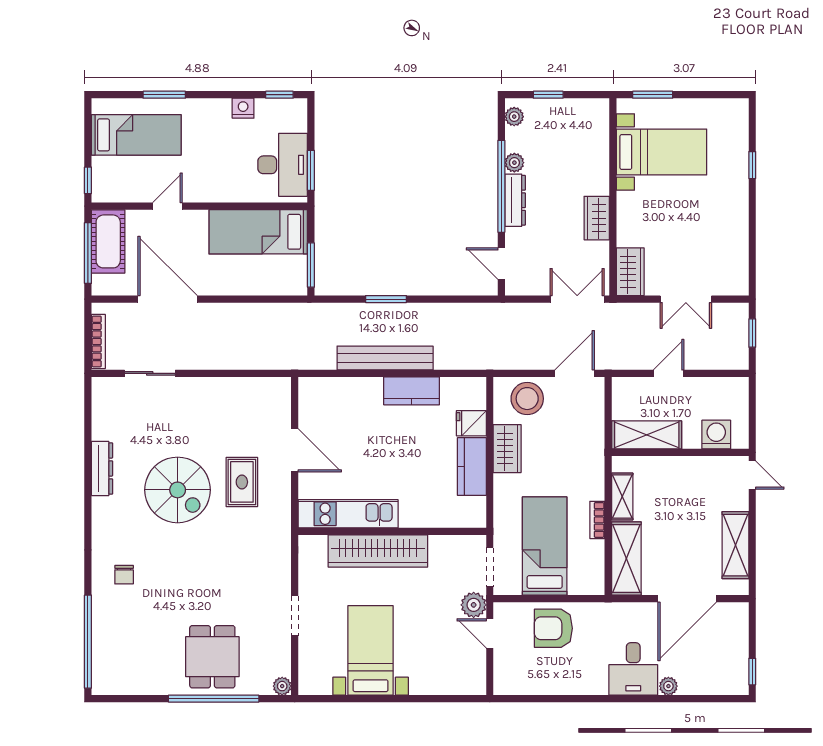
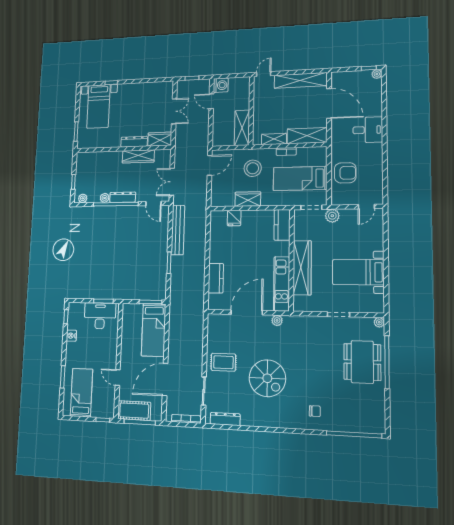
bed with nightstands: (662, 152) -> (98, 106), moved, turned 180
wardrobe: (597, 218) -> (138, 156), width x1.50
dresser: (627, 219) -> (134, 142), added
bed: (258, 232) -> (154, 330), moved
door: (501, 264) -> (153, 204), hinge flipped
double door: (577, 299) -> (172, 182), moved
bench: (385, 358) -> (178, 230), moved
door: (575, 373) -> (210, 165), swing flipped
door: (669, 373) -> (211, 101), moved
kitchen counter: (412, 391) -> (216, 278), moved
stool: (527, 399) -> (253, 168), moved
washing machine: (716, 435) -> (221, 85), moved, turned 180
door: (295, 450) -> (247, 312), width x1.36
kitchen counter: (472, 467) -> (282, 225), moved, turned 90
dresser: (102, 468) -> (225, 419), moved
rug: (242, 482) -> (223, 362), moved
spiral stairs: (178, 490) -> (267, 378), turned 90
plant: (281, 506) -> (277, 320), added
shelving: (735, 545) -> (300, 80), width x1.47
armchair: (553, 628) -> (345, 173), turned -90
door: (490, 633) -> (366, 207), moved
dining table: (212, 657) -> (362, 362), width x1.38
plant: (668, 686) -> (377, 74), moved

